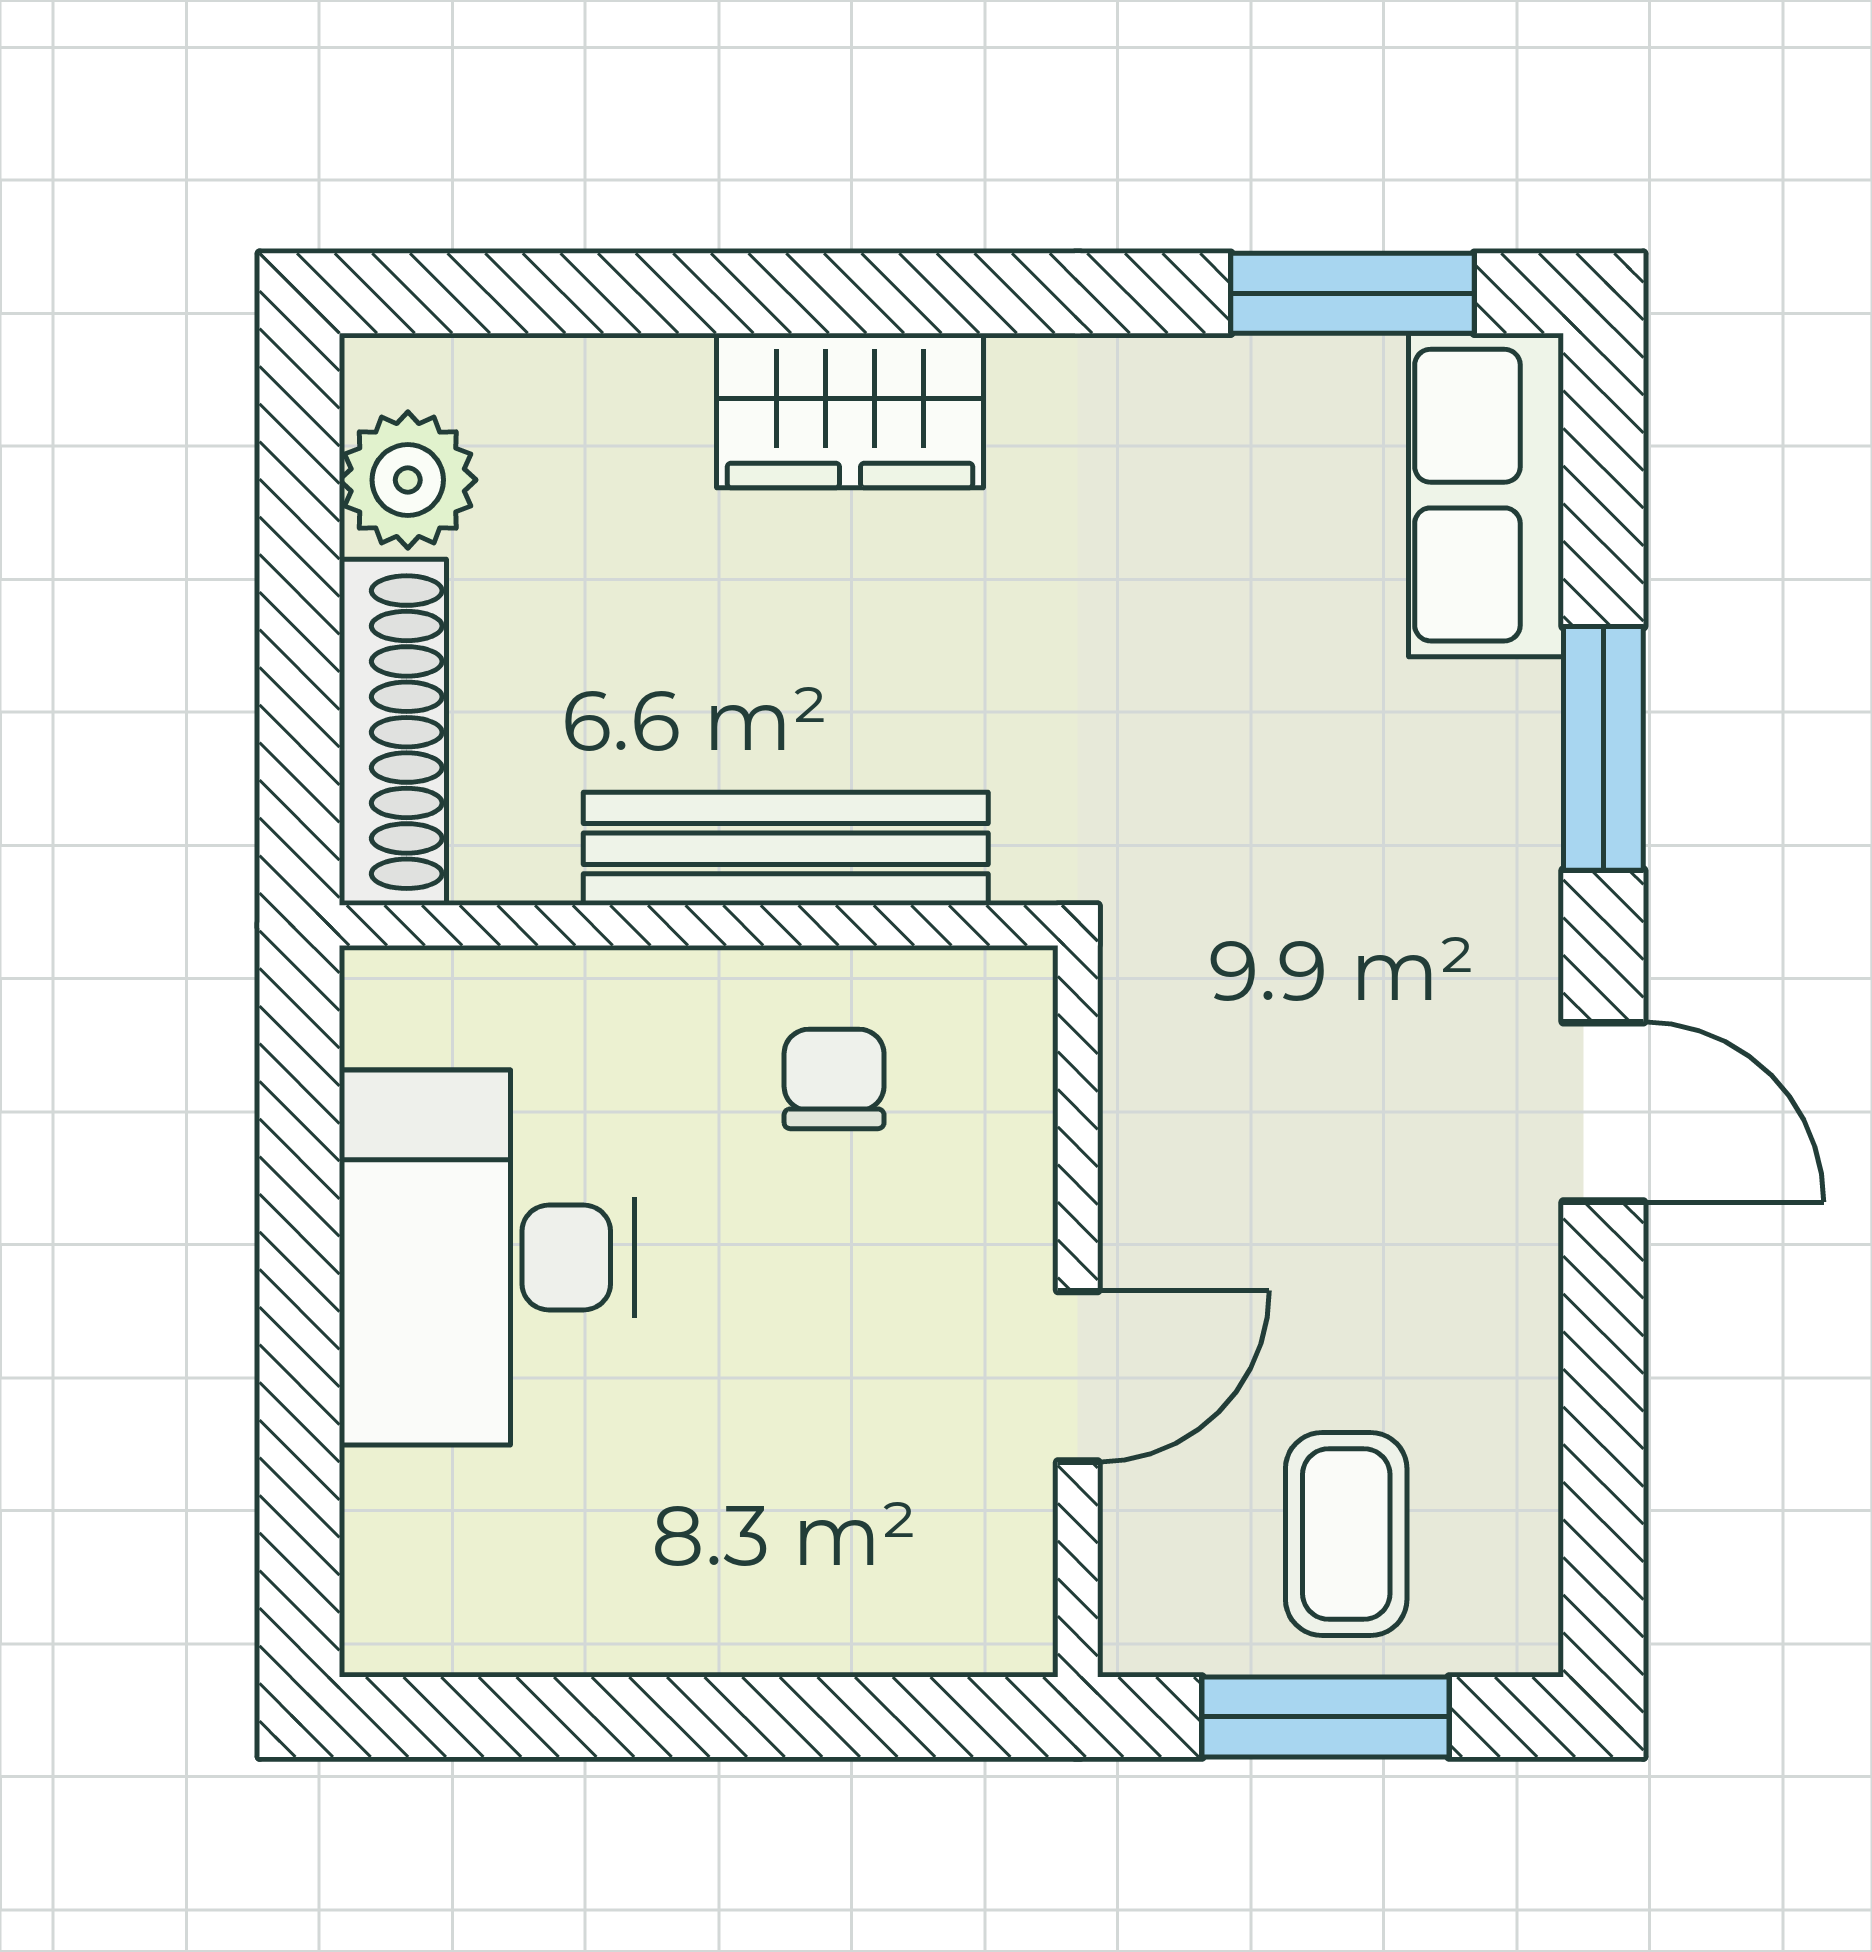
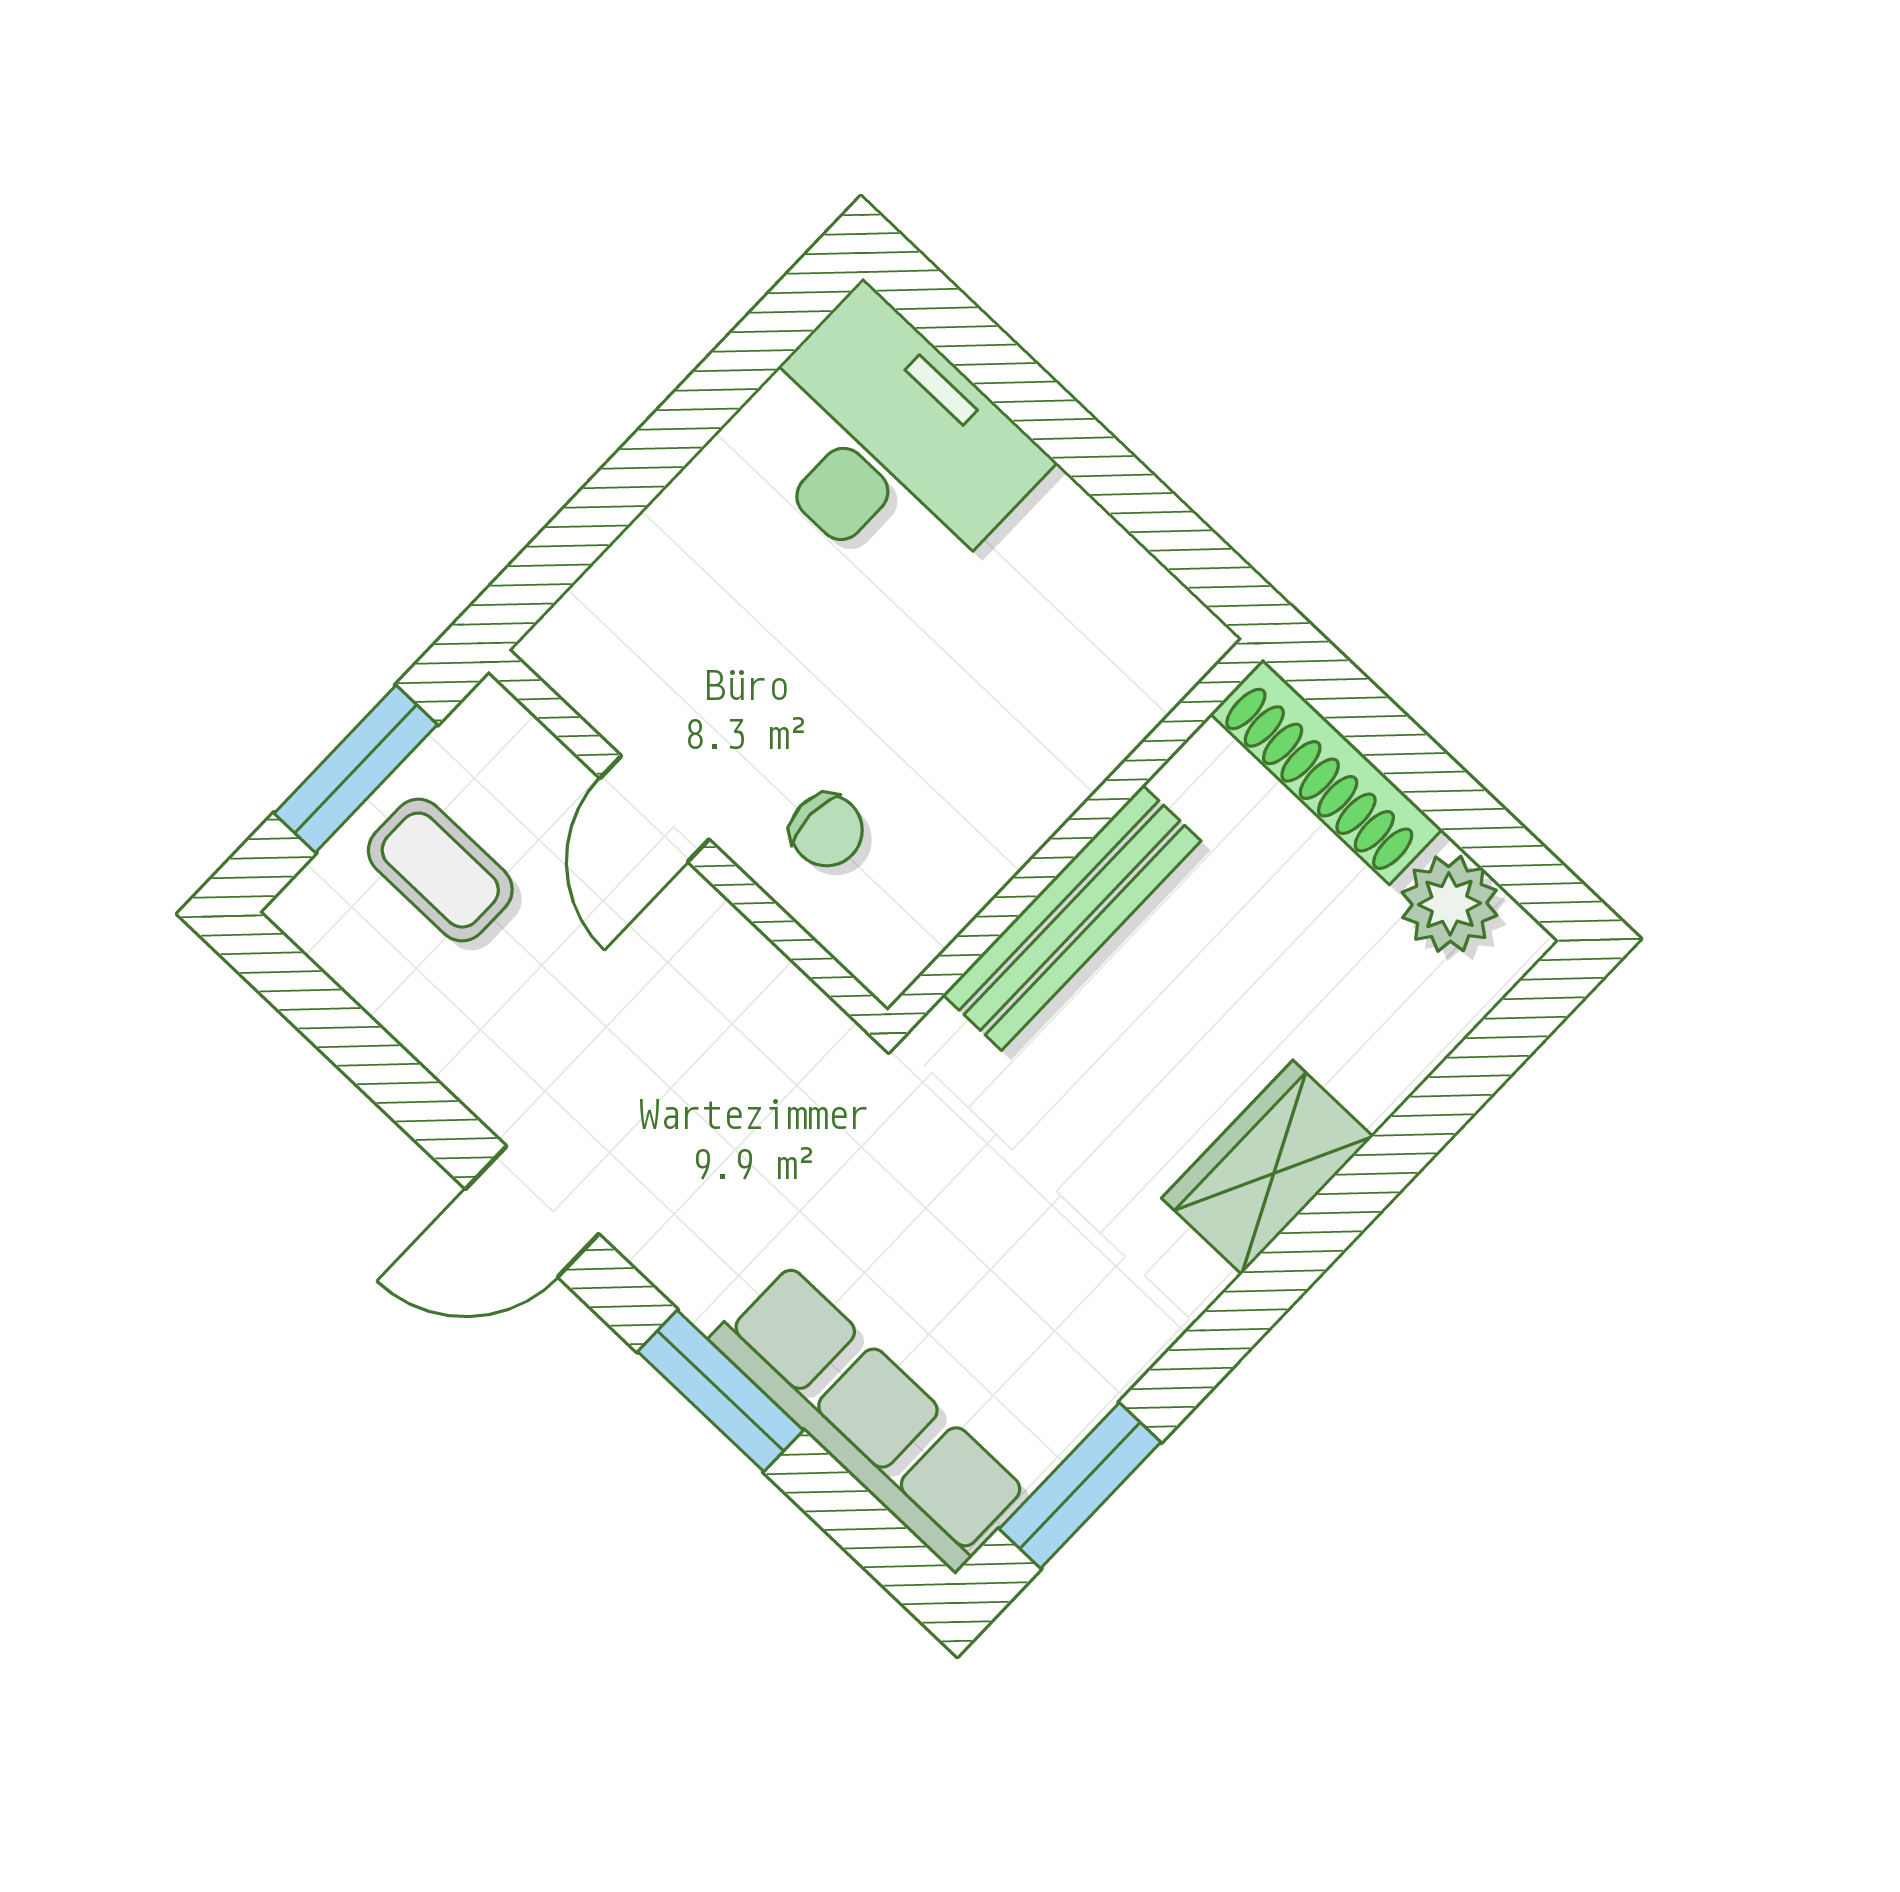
row of seats: (1486, 495) -> (869, 1417), width x1.48
chair: (834, 1079) -> (827, 830), moved
desk: (487, 1258) -> (887, 447), moved

